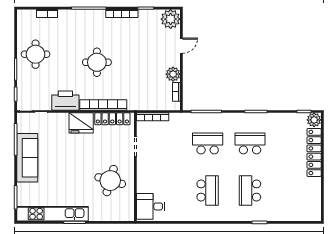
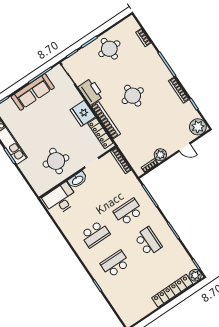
school desk: (208, 143) -> (128, 212), turned -90
washbasin: (143, 172) -> (77, 180), added
desk: (151, 206) -> (60, 199), width x1.37

